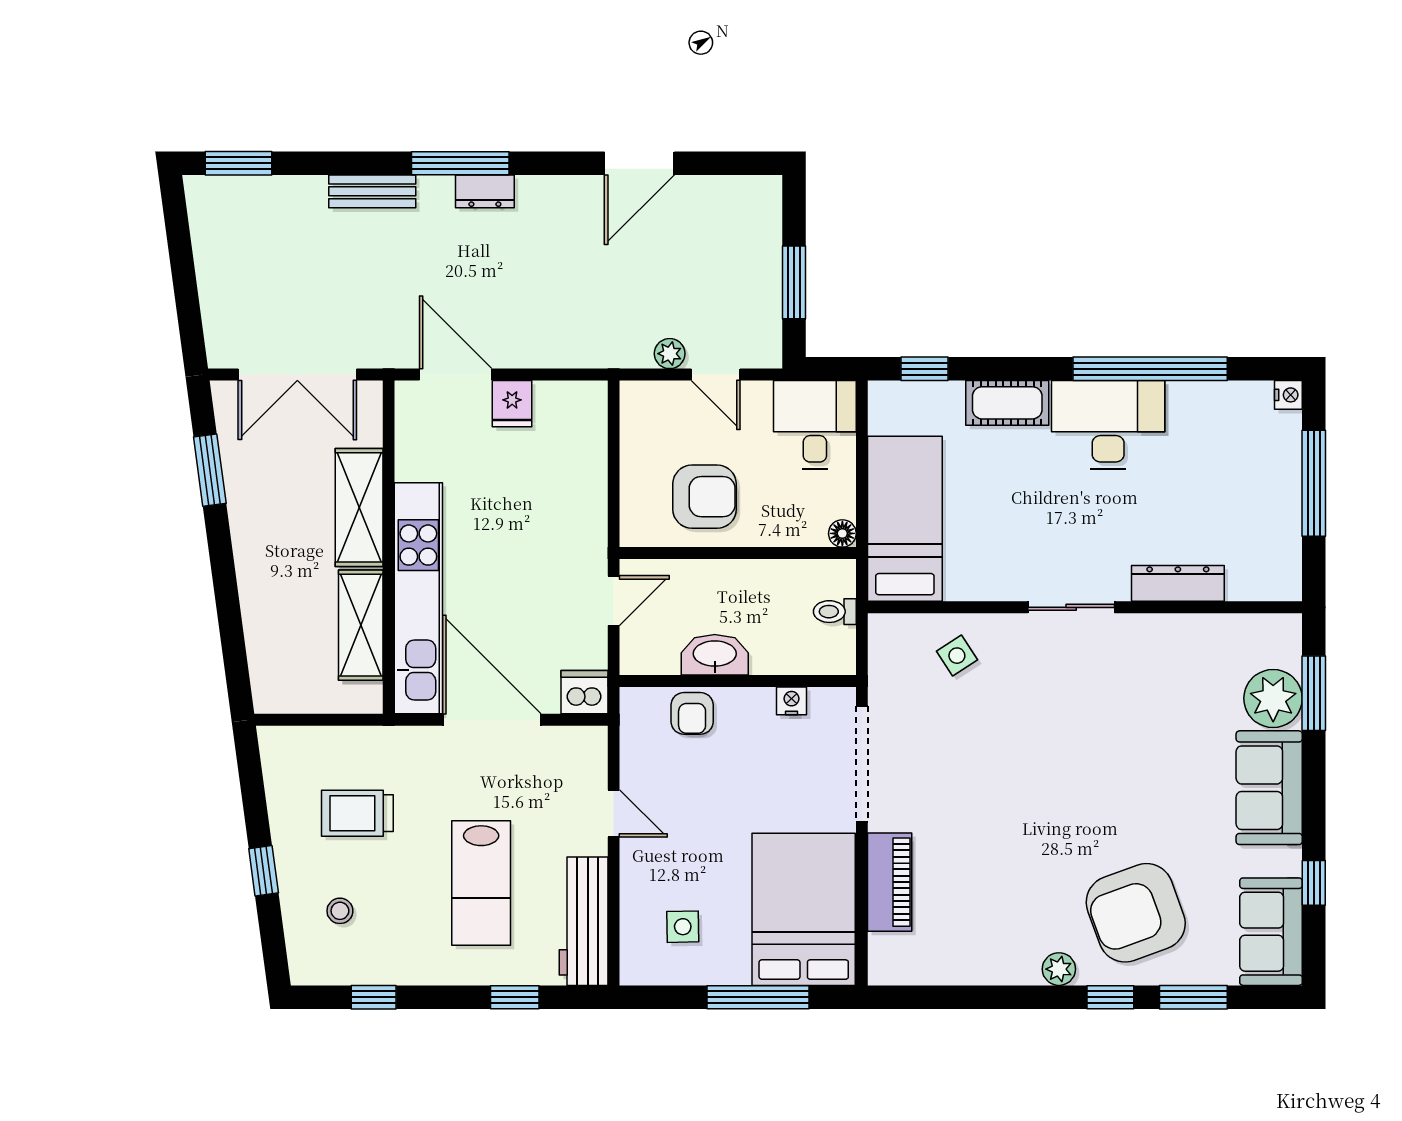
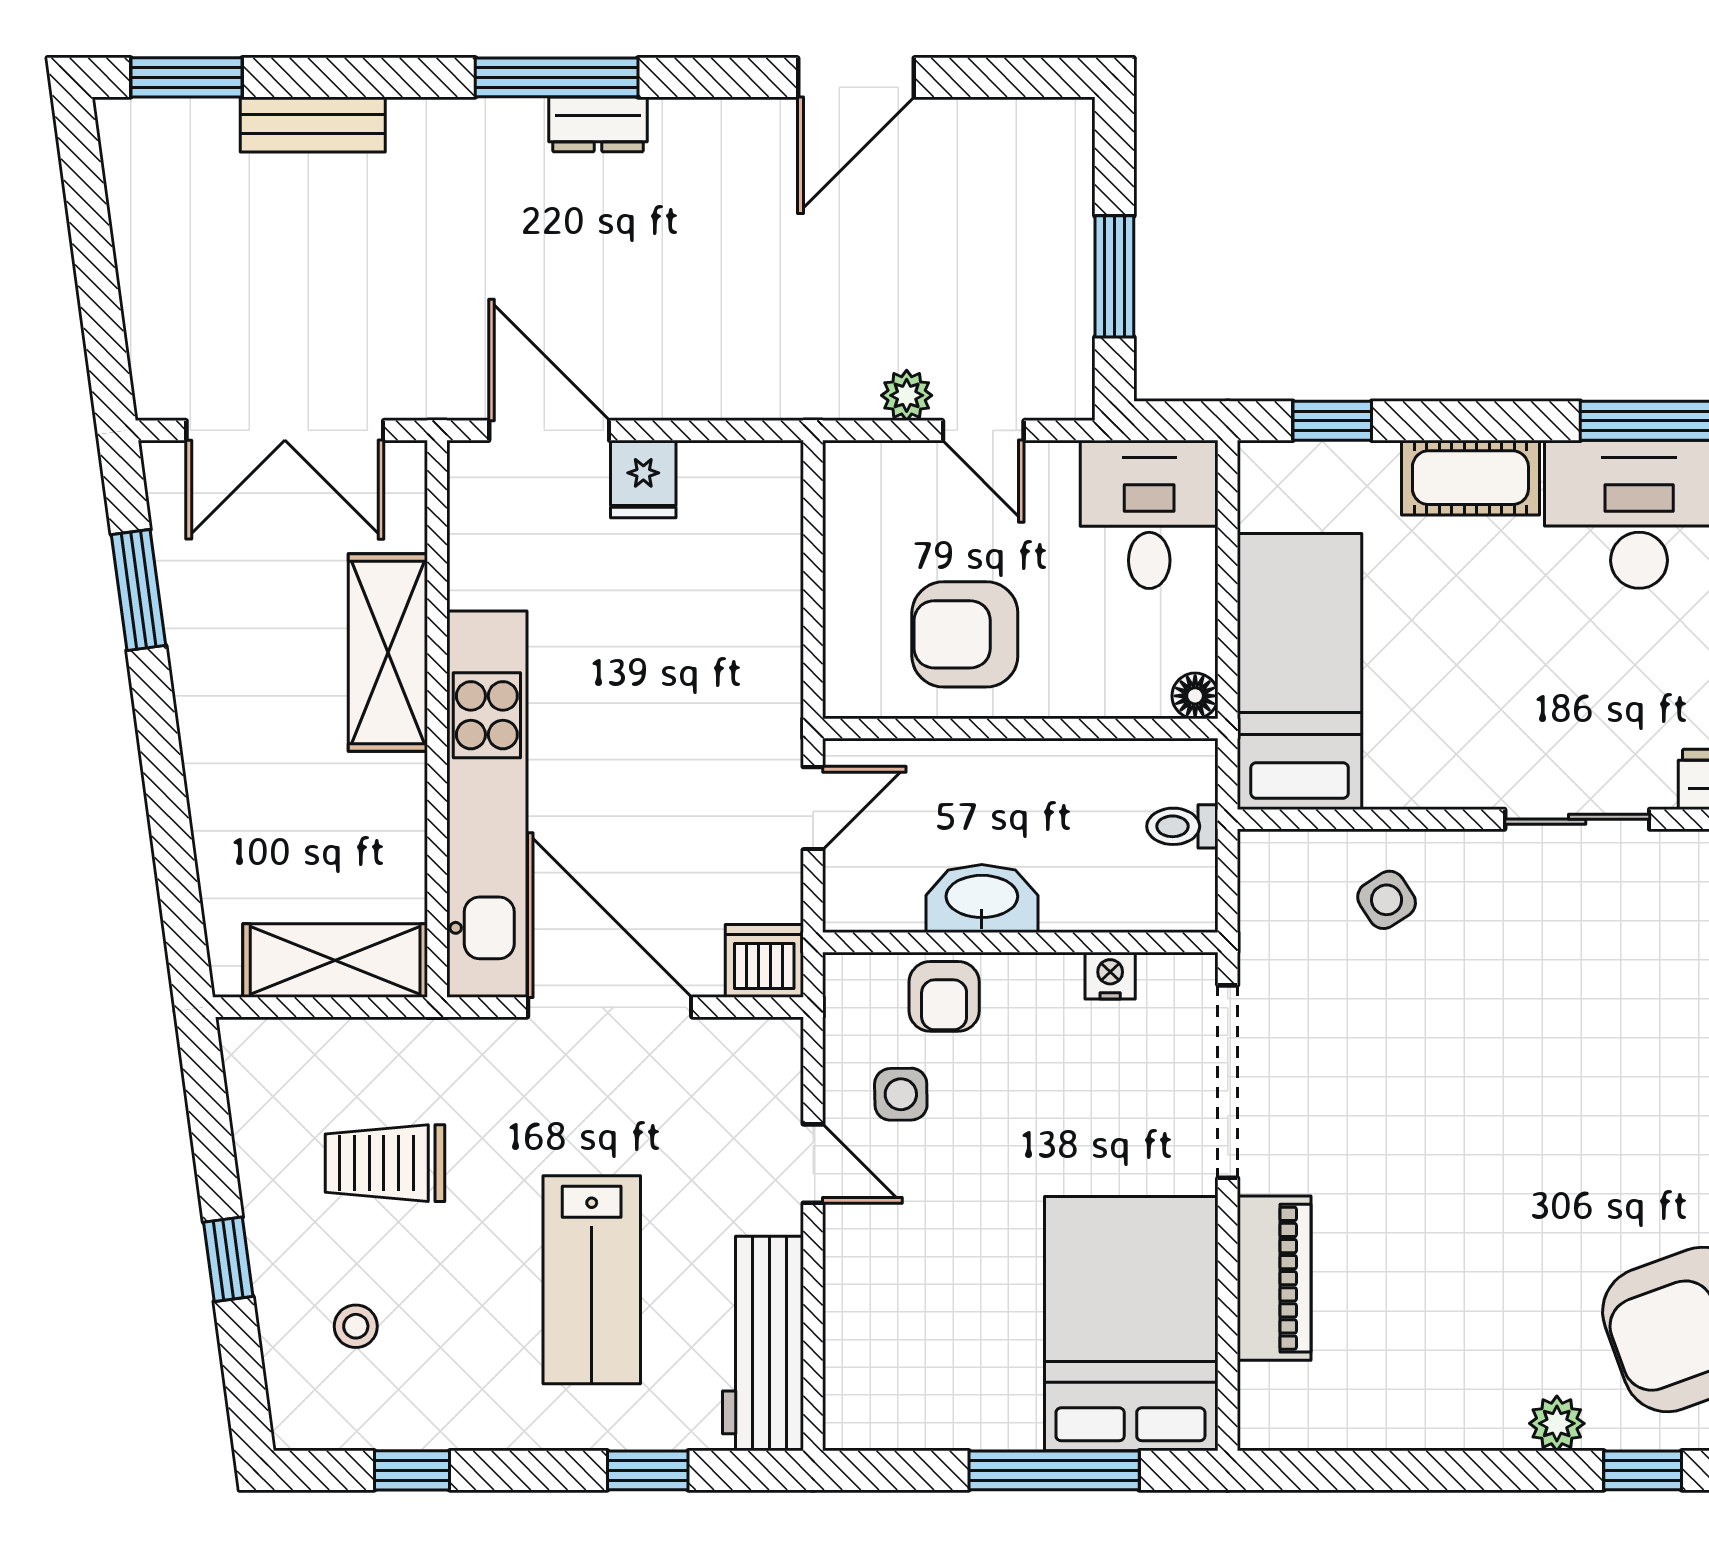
bench: (372, 191) -> (313, 124), moved
armchair: (705, 497) -> (965, 634), turned 180
shelving: (361, 625) -> (335, 960), moved, turned 90
side table: (683, 927) -> (901, 1094), moved

